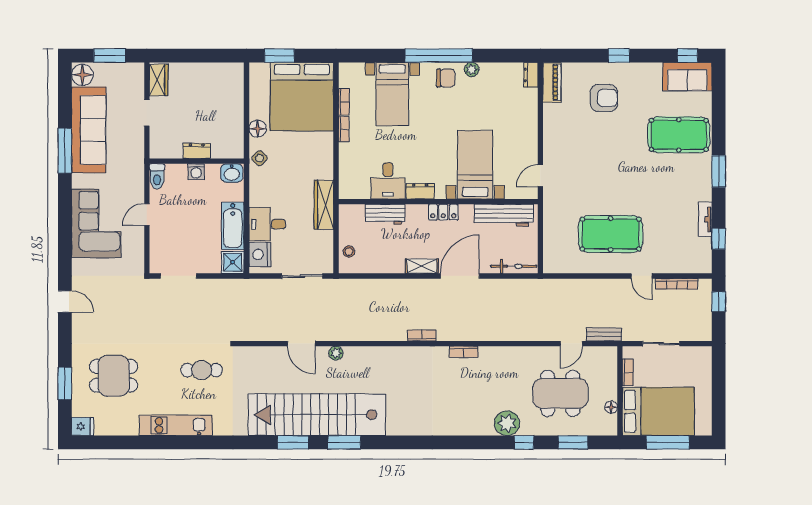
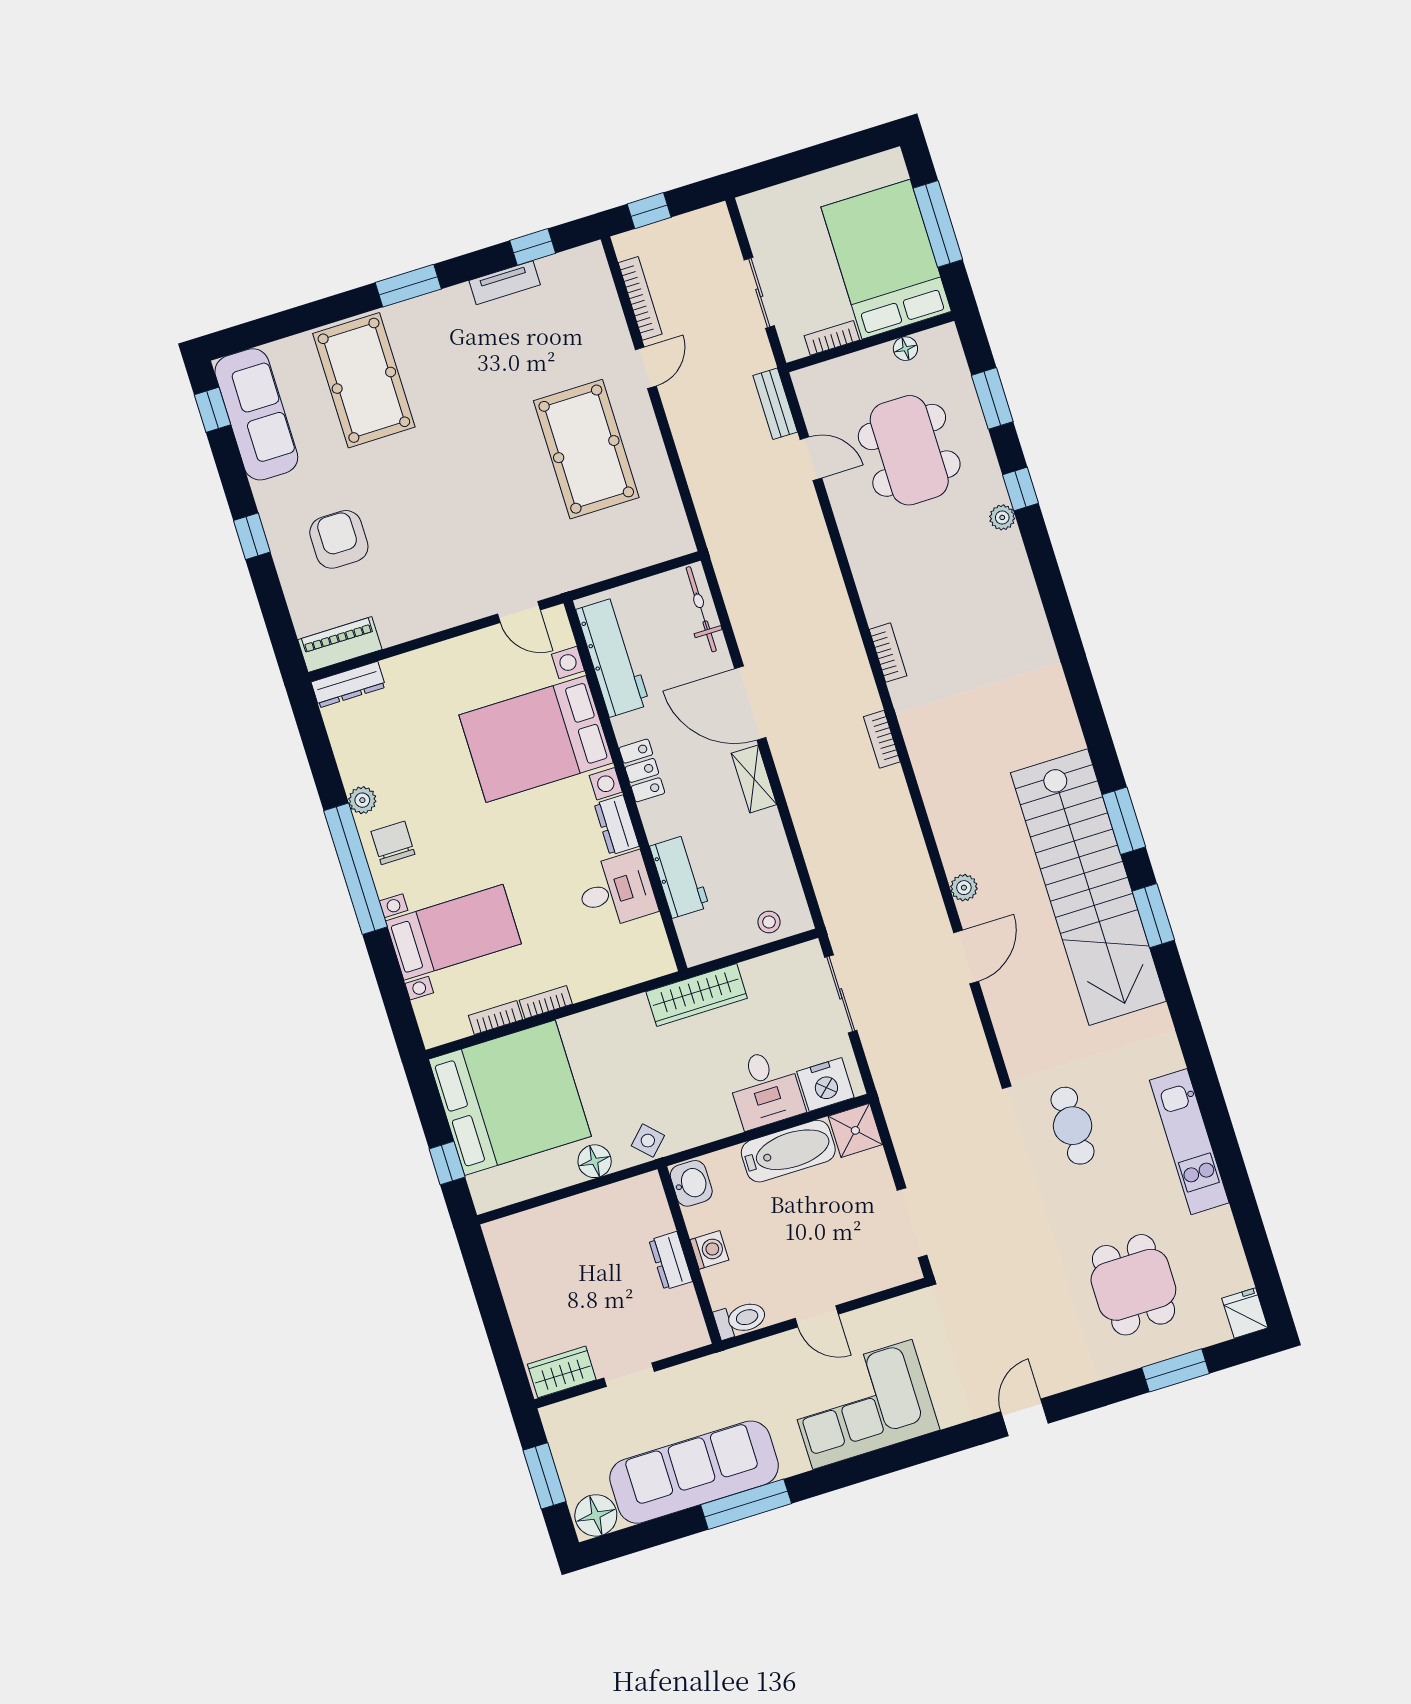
window: (279, 56) -> (447, 1163), width x0.67
dresser: (531, 75) -> (348, 685), width x1.44
sofa: (687, 76) -> (256, 414), width x1.36
bed with nightstands: (475, 165) -> (536, 739), width x1.36
plant: (507, 423) -> (1002, 517), width x0.53, depth x0.53

